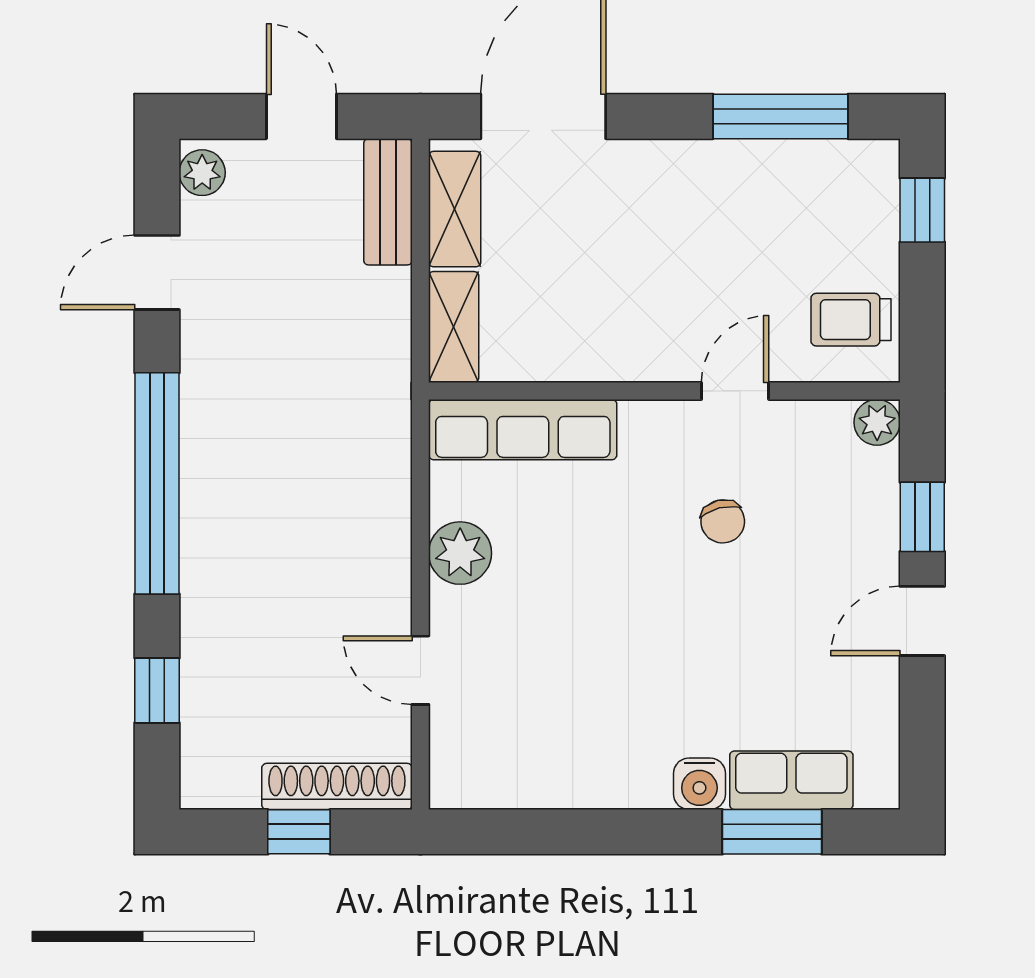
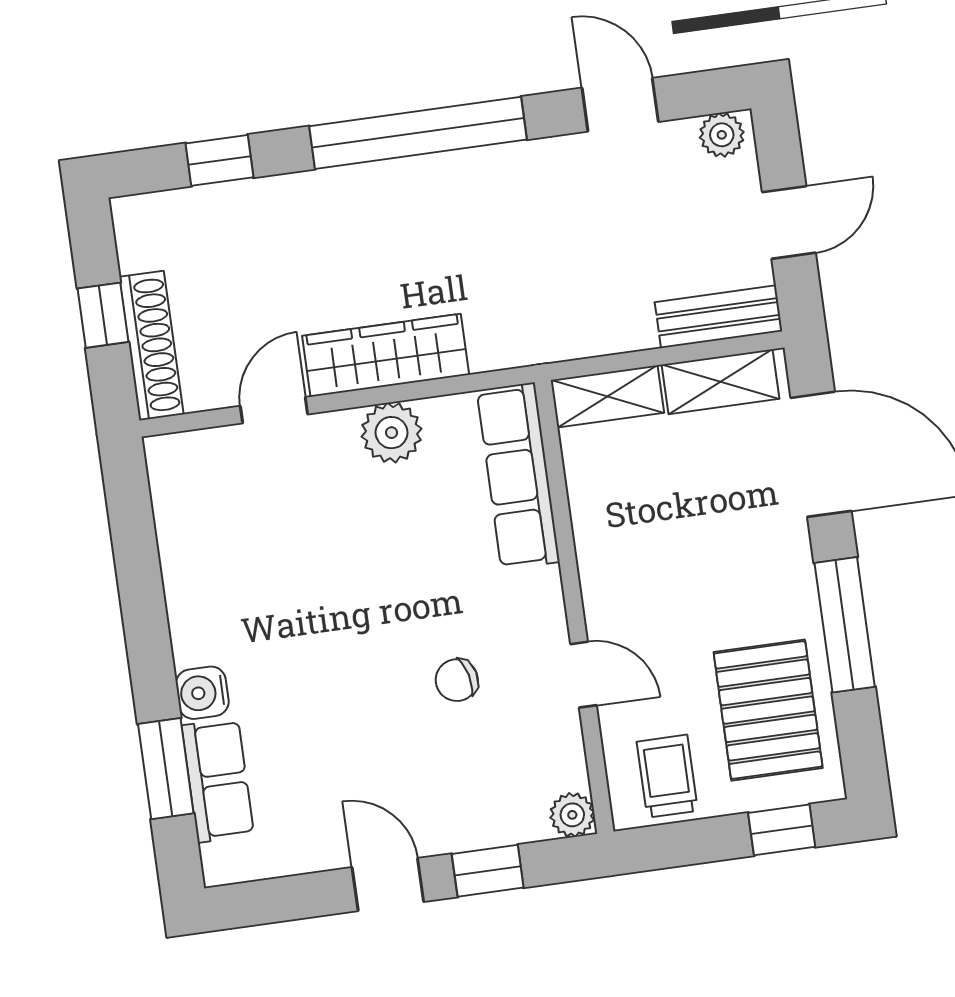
window: (781, 116) -> (845, 625), moved
pallet: (798, 207) -> (768, 710), added
wardrobe: (380, 548) -> (386, 355), added

